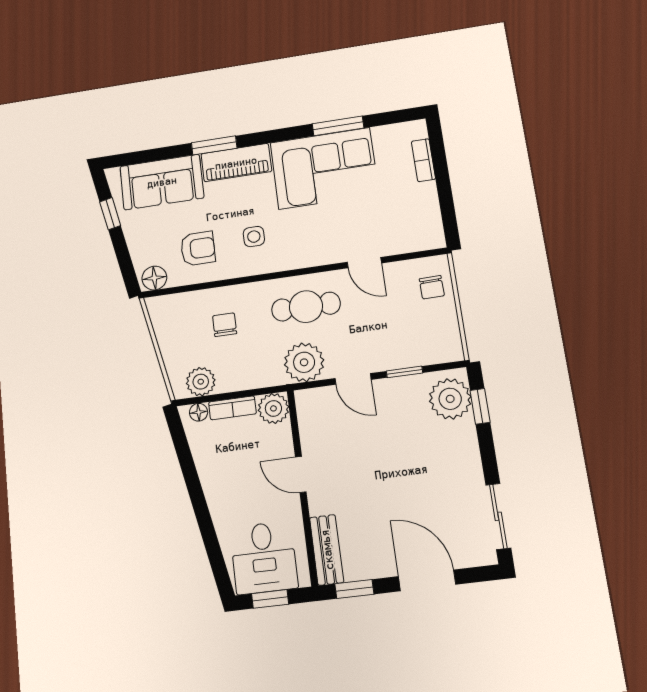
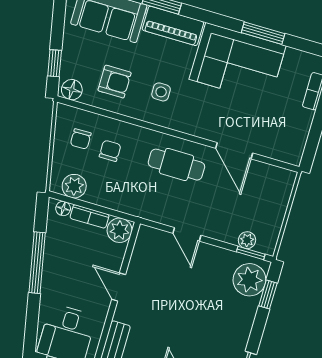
window: (110, 214) -> (55, 63), moved
door: (364, 263) -> (234, 151), width x1.38
chair: (432, 287) -> (81, 139), moved
plant: (304, 362) -> (247, 240), moved, width x0.53, depth x0.53
window: (404, 372) -> (251, 253), moved
window: (194, 488) -> (37, 263), added

